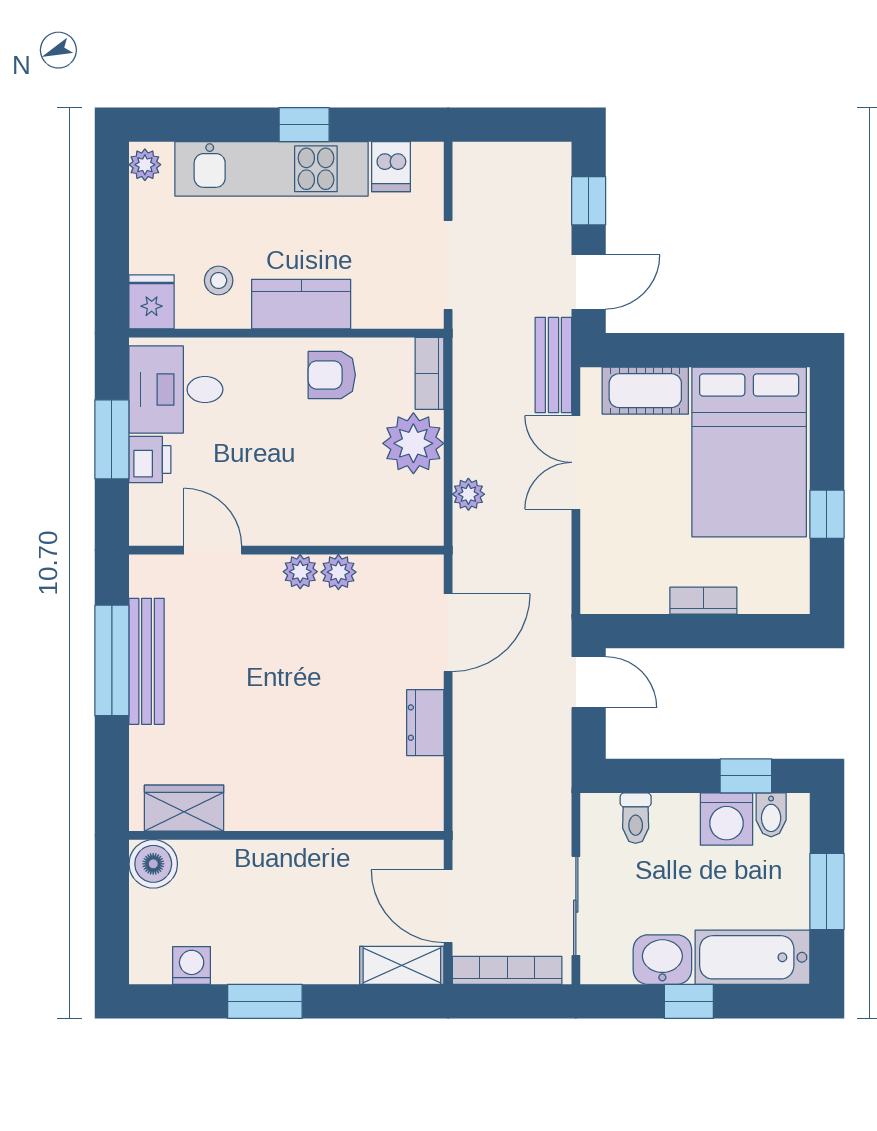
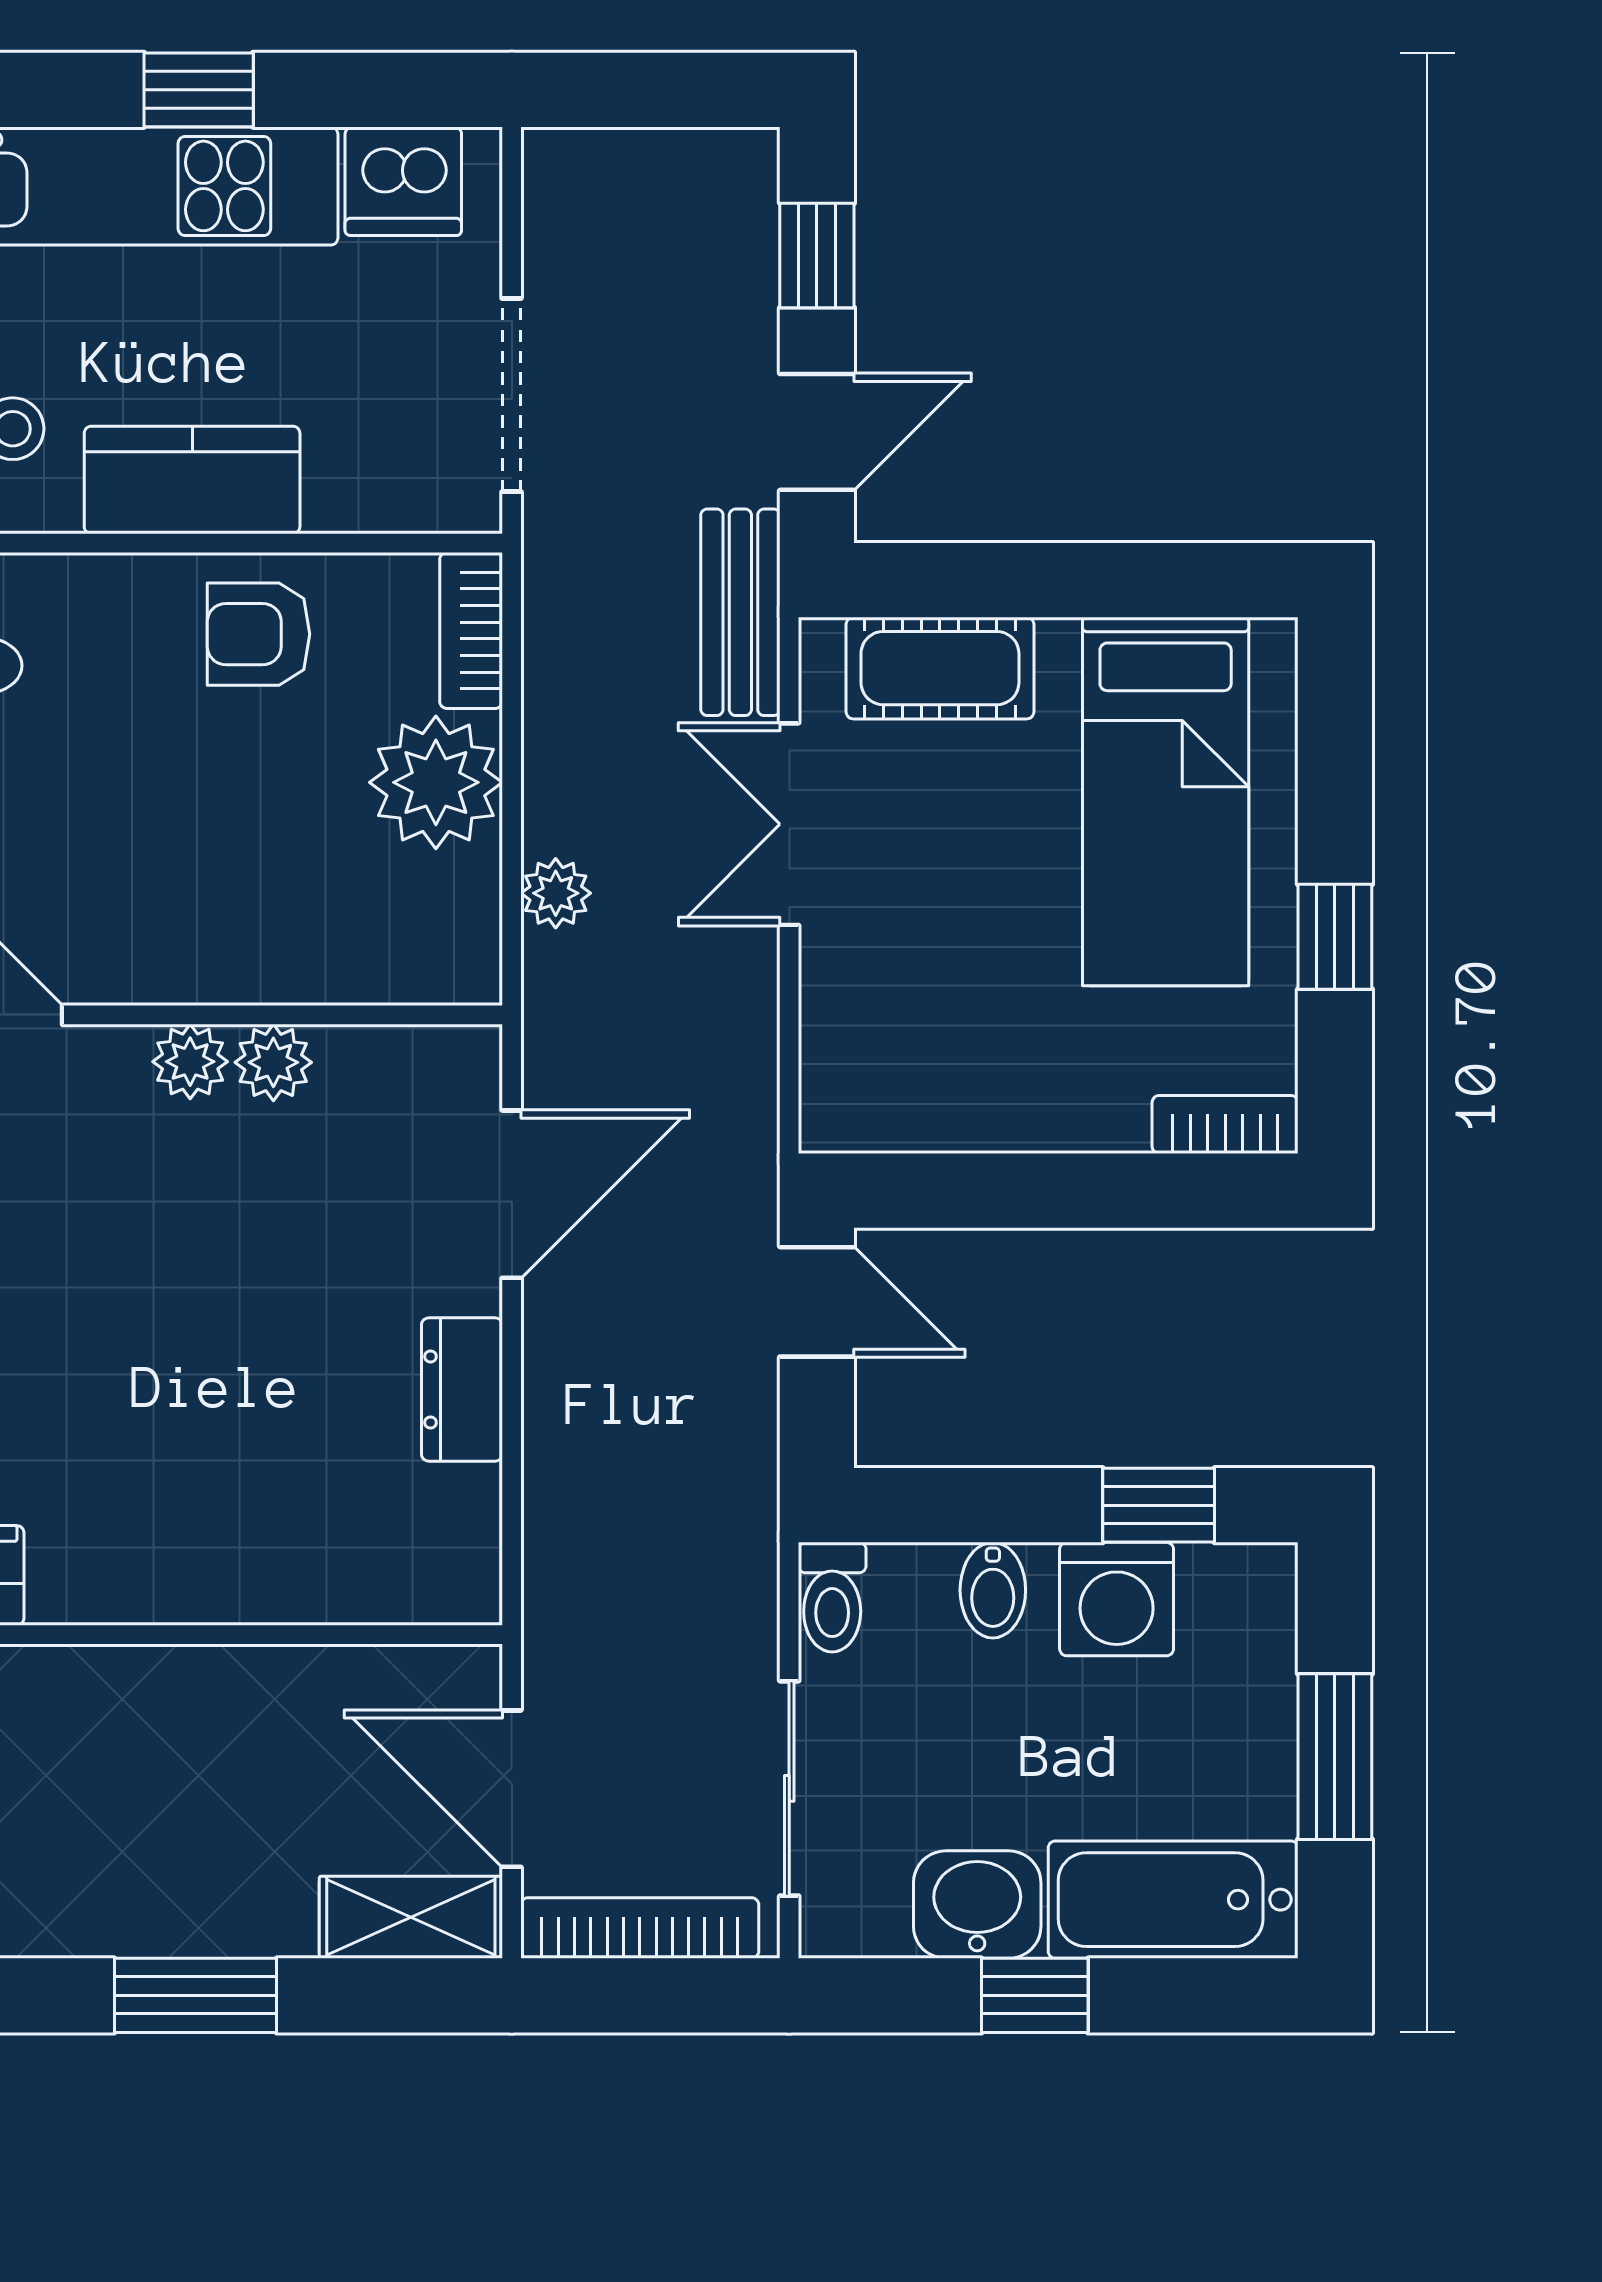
dishwasher: (391, 167) -> (403, 181), width x1.38
bed: (749, 452) -> (1166, 801), width x0.67
bookcase: (703, 601) -> (1225, 1124), moved
bidet: (771, 815) -> (993, 1590), moved
toilet: (636, 818) -> (832, 1597), moved
window: (265, 1001) -> (196, 1995), moved

